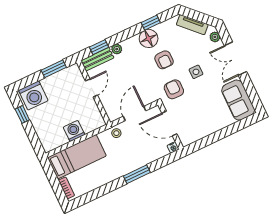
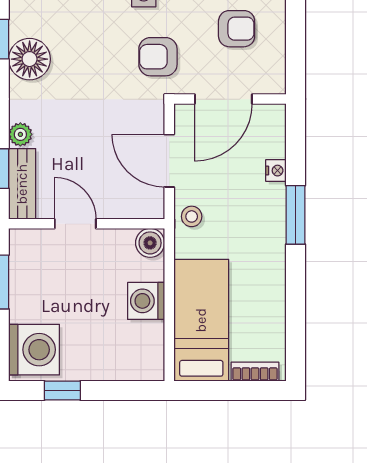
armchair: (164, 60) -> (237, 29), moved
boiler: (98, 122) -> (150, 243), added
nightstand: (173, 147) -> (276, 171), moved

